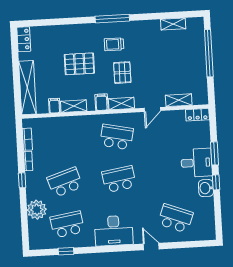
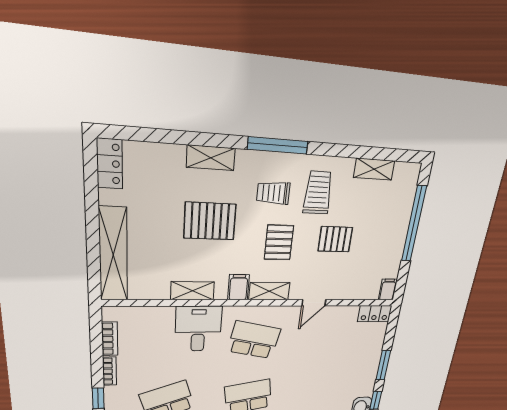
trolley: (141, 41) -> (318, 193), added
pallet: (158, 67) -> (335, 239), added
shelving: (179, 100) -> (211, 158), moved
filing cabinet: (54, 106) -> (388, 290), moved
desk: (197, 163) -> (198, 329), moved, turned -90

